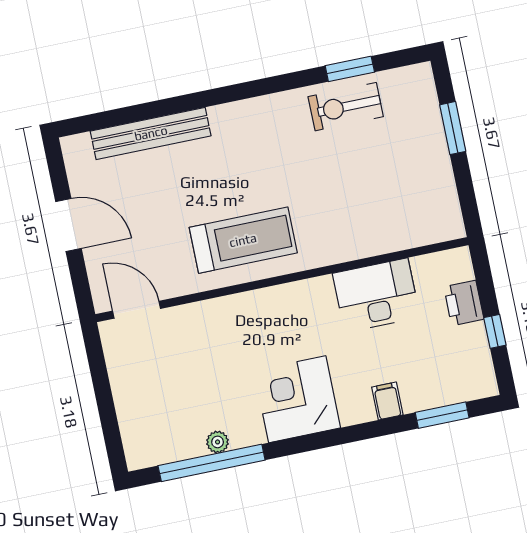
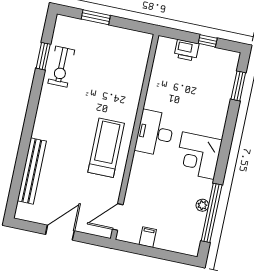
desk: (376, 295) -> (155, 133), moved
filing cabinet: (387, 401) -> (148, 237), moved, turned 90

